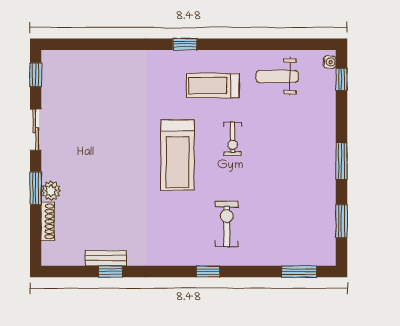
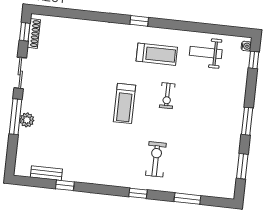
treadmill: (213, 86) -> (157, 54), turned 180
treadmill: (177, 155) -> (125, 103), width x0.73, depth x0.73
window: (36, 188) -> (16, 117), width x1.44
shoe rack: (48, 221) -> (34, 34), moved
bench: (106, 258) -> (46, 173), moved
window: (299, 272) -> (187, 199), moved

